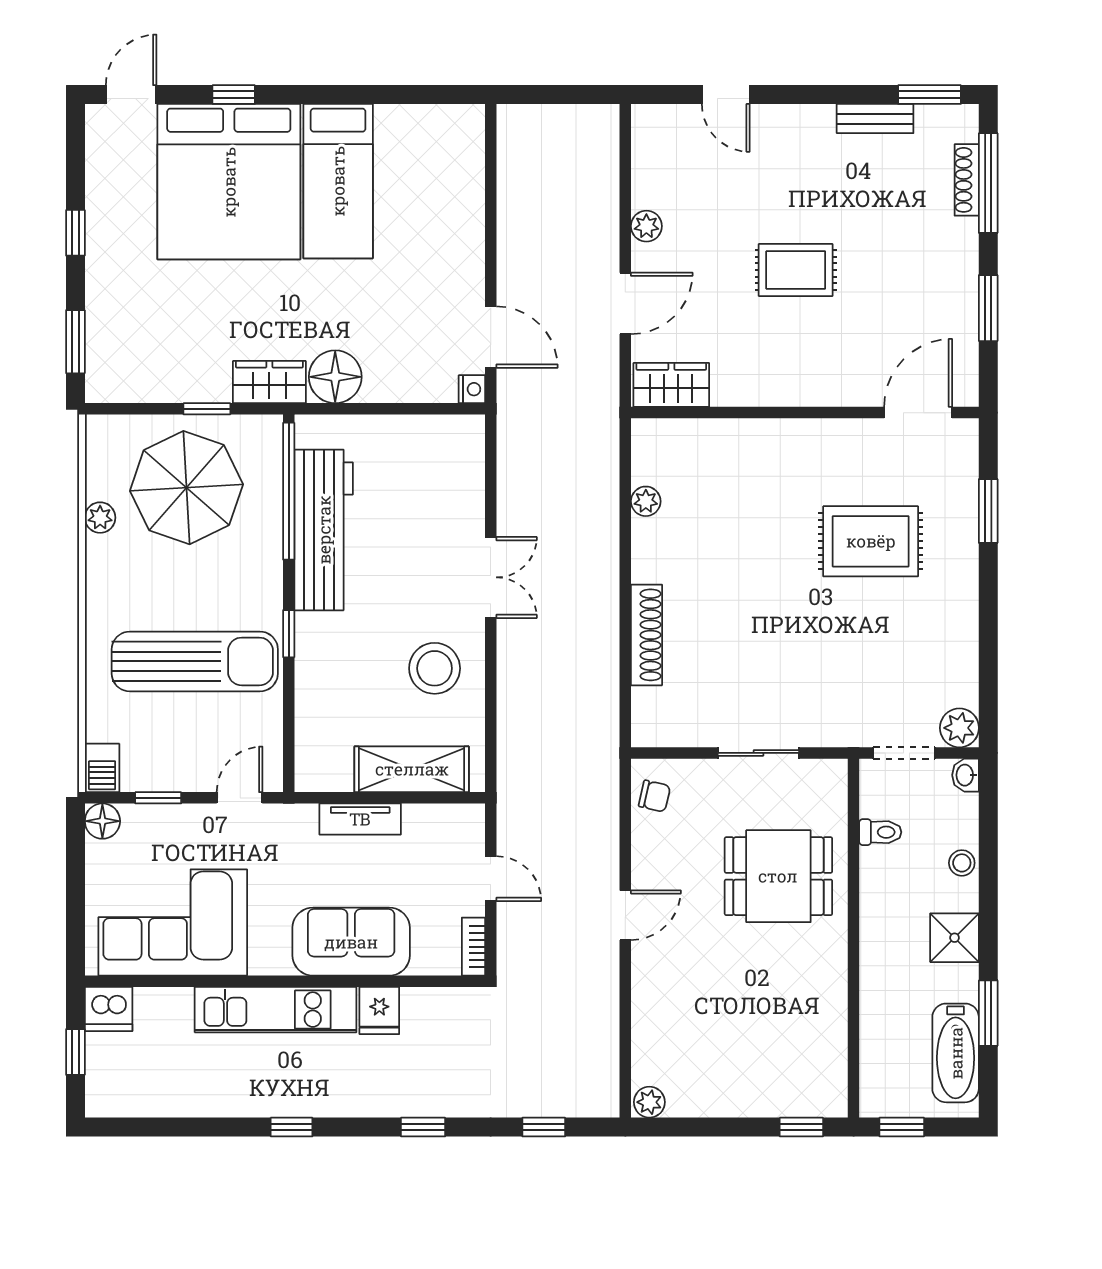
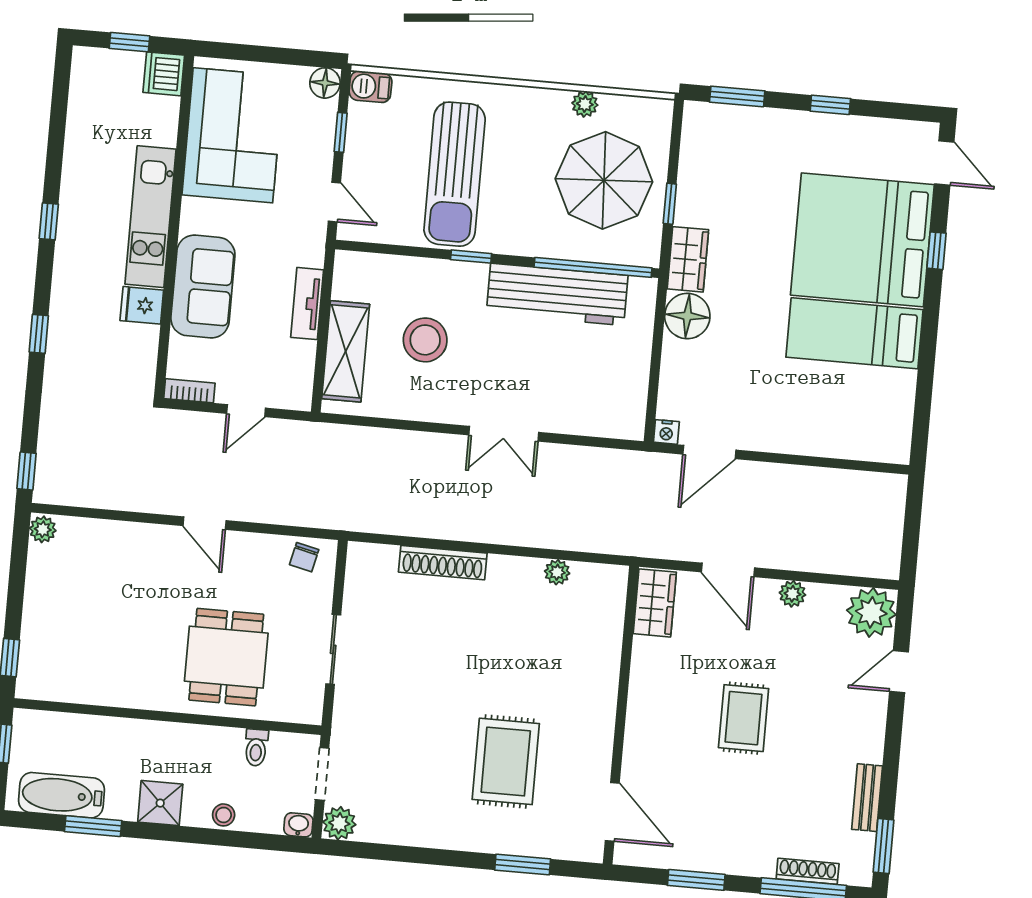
plant: (660, 133) -> (871, 612), added
stool: (435, 668) -> (425, 340), moved
window: (544, 1127) -> (27, 471), moved

